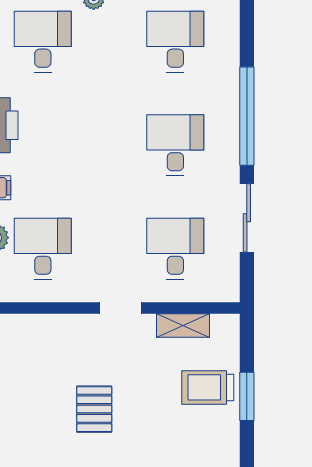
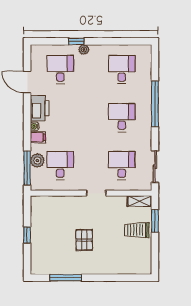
sliding door: (247, 218) -> (155, 167), moved
shelving: (183, 325) -> (139, 201), moved
window: (247, 396) -> (155, 221), moved

